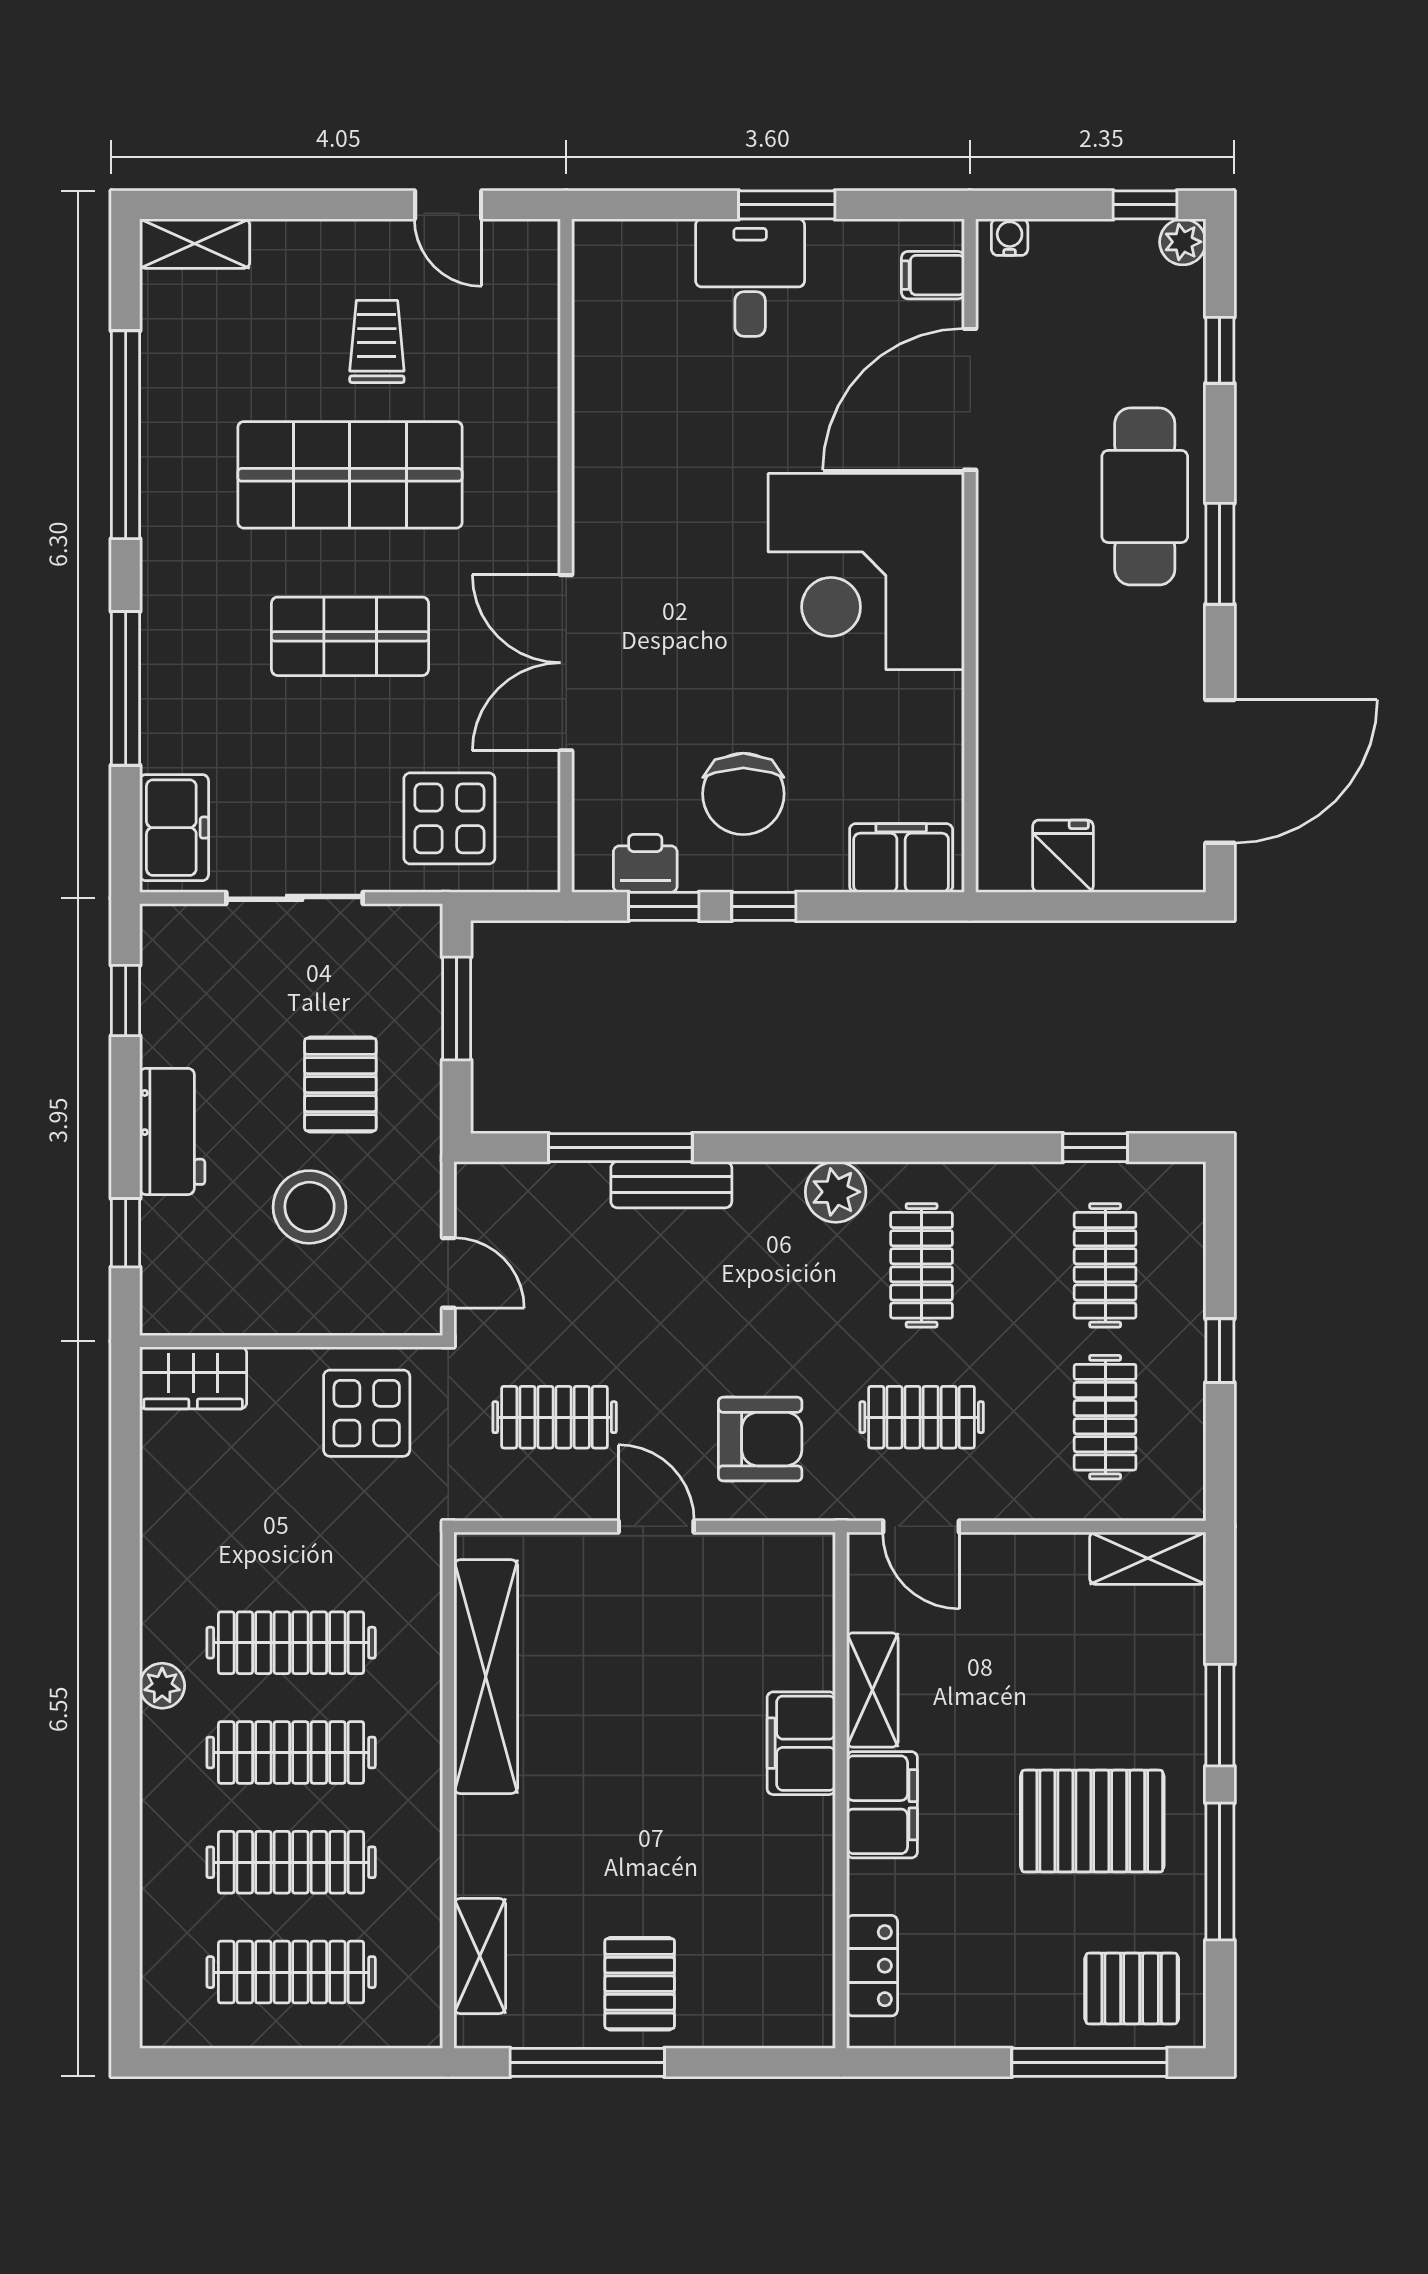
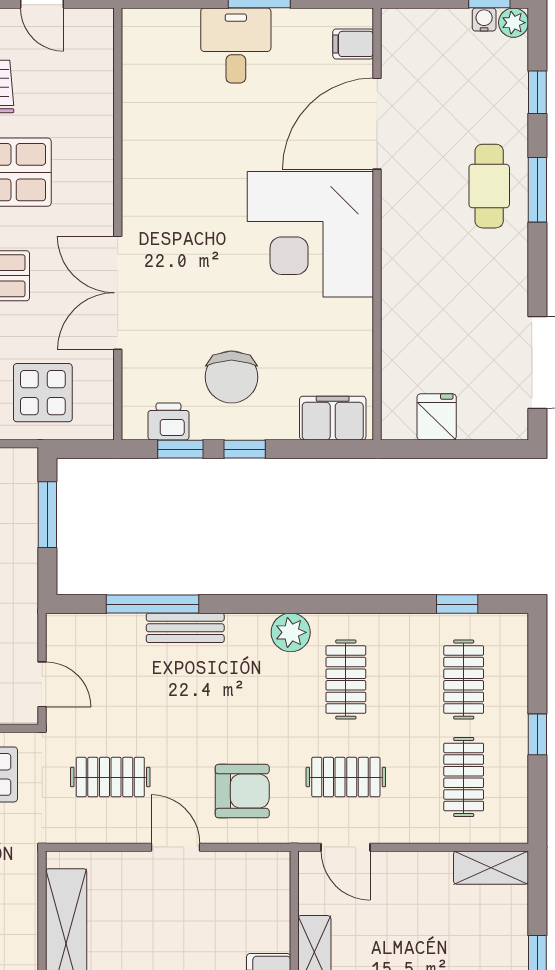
water cooler: (1010, 237) -> (484, 20), moved
cafe table: (1145, 496) -> (489, 186), width x0.73, depth x0.74
window: (1220, 554) -> (537, 190), moved

